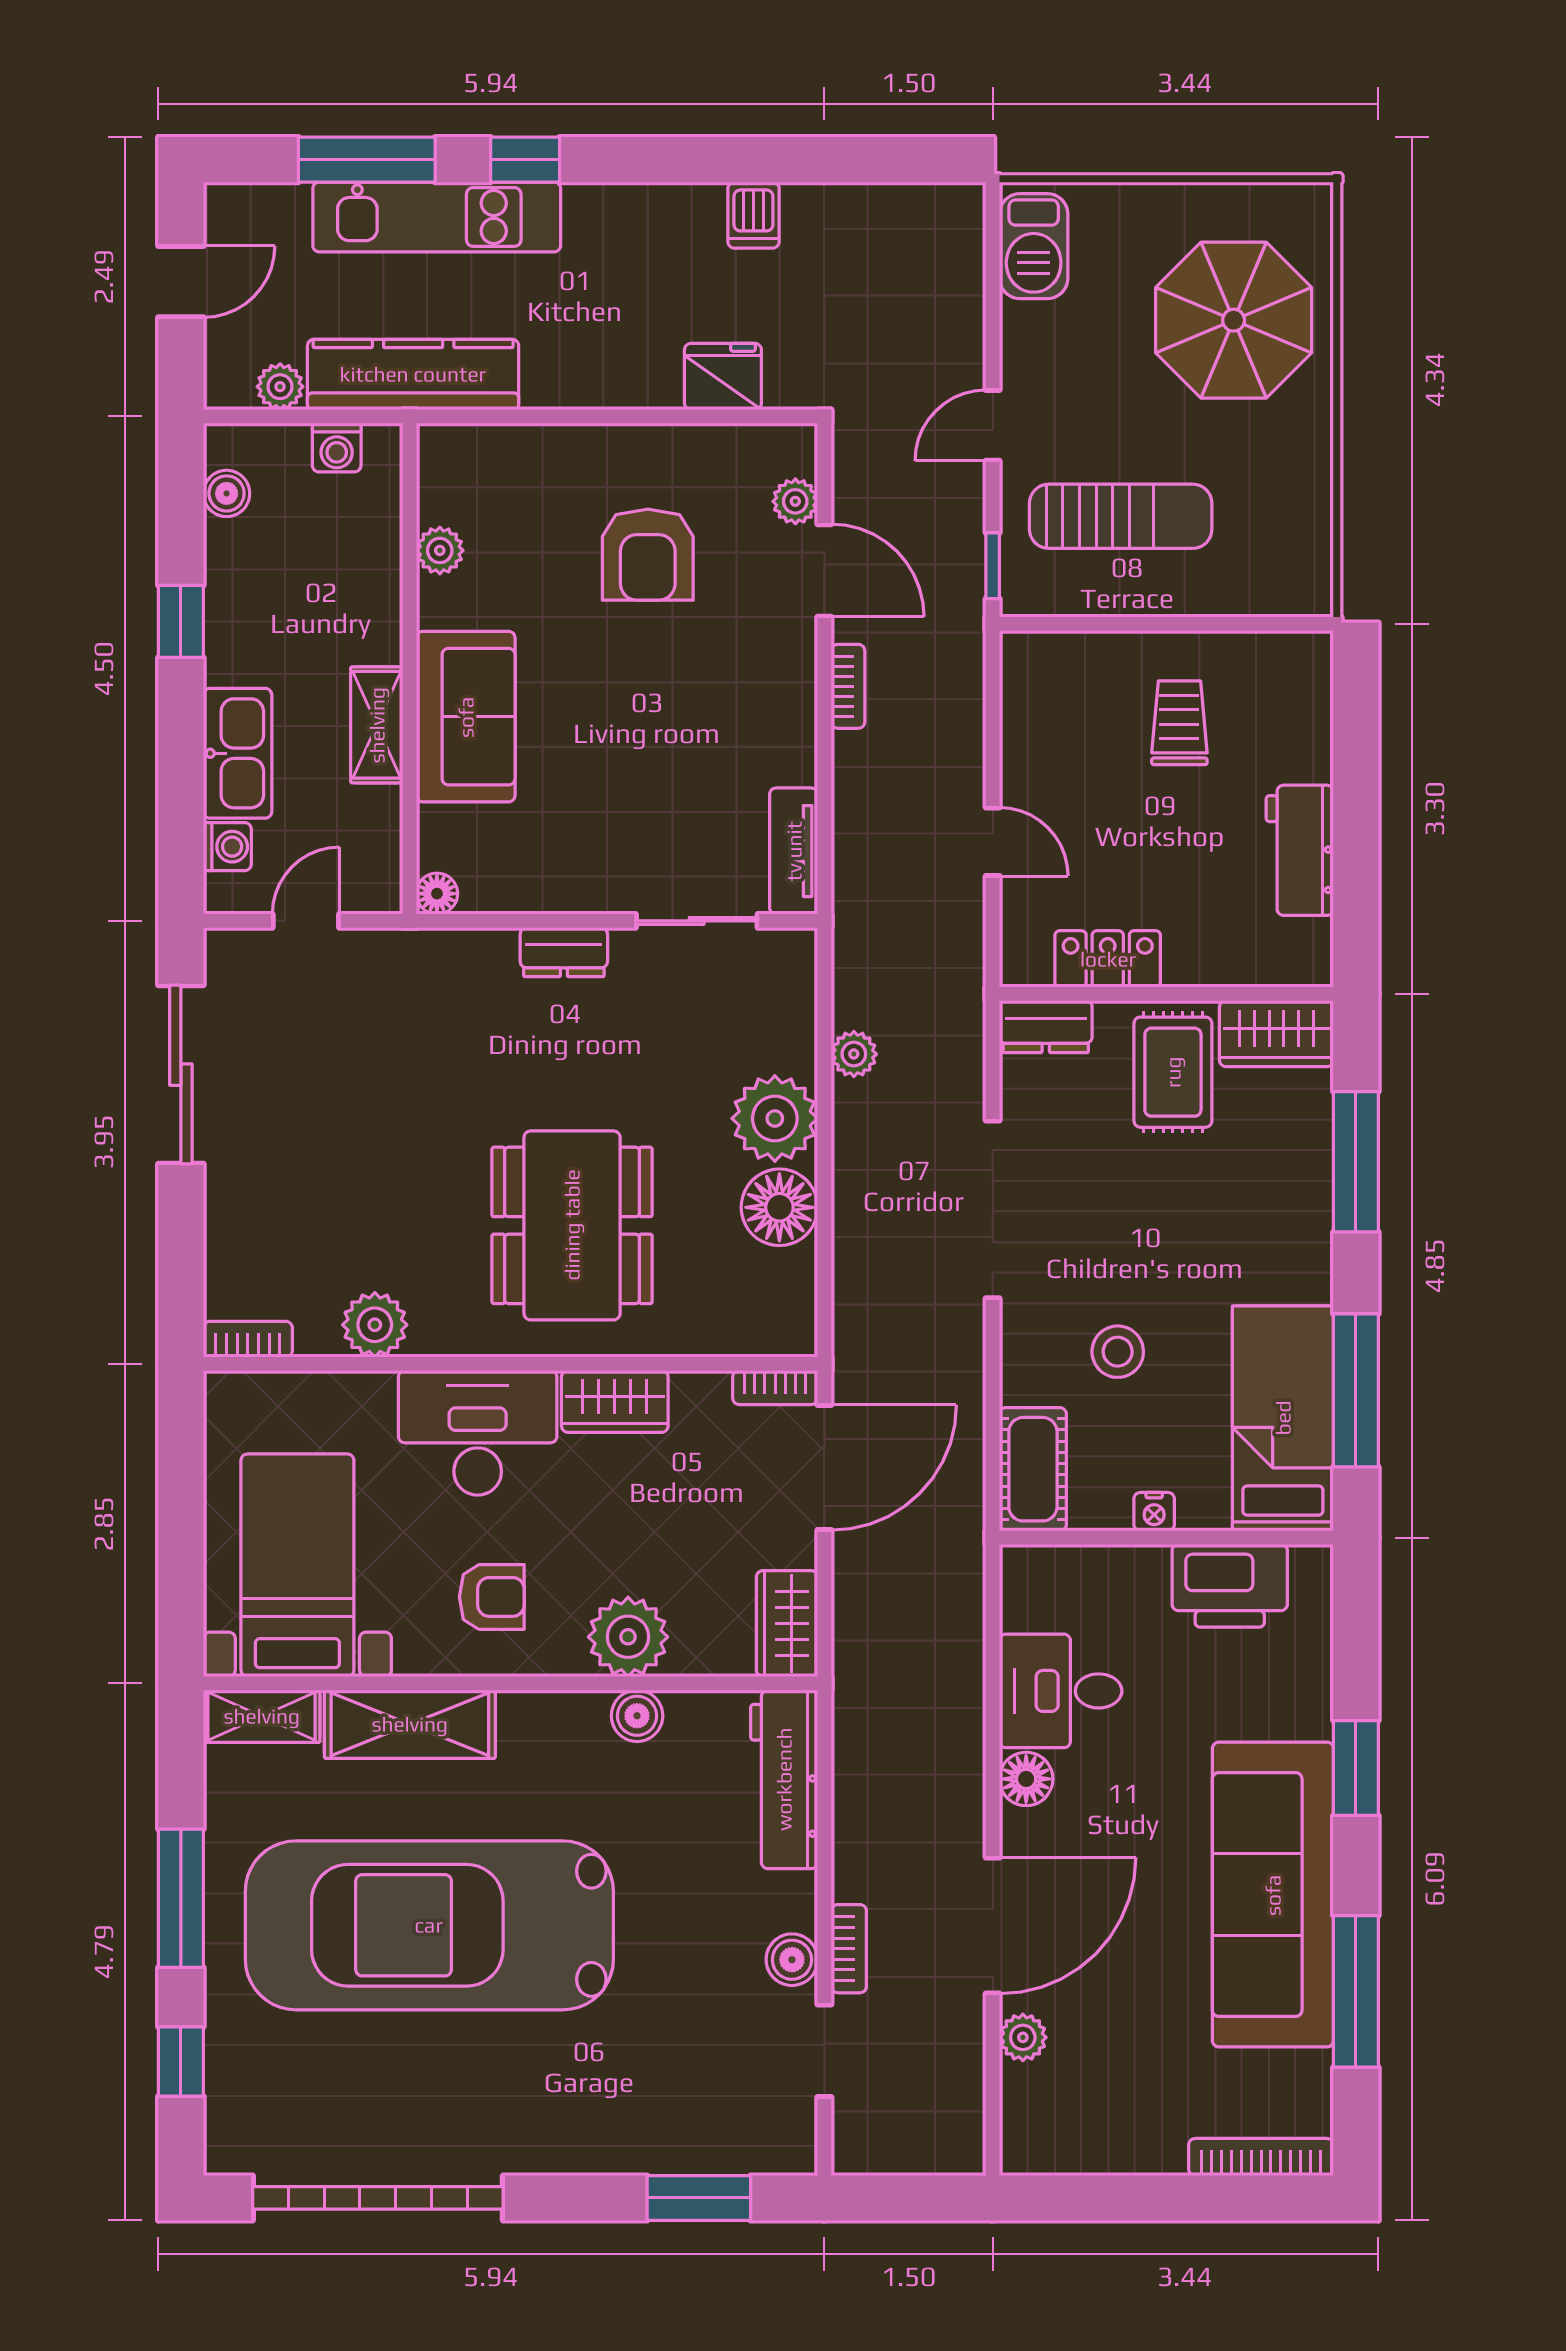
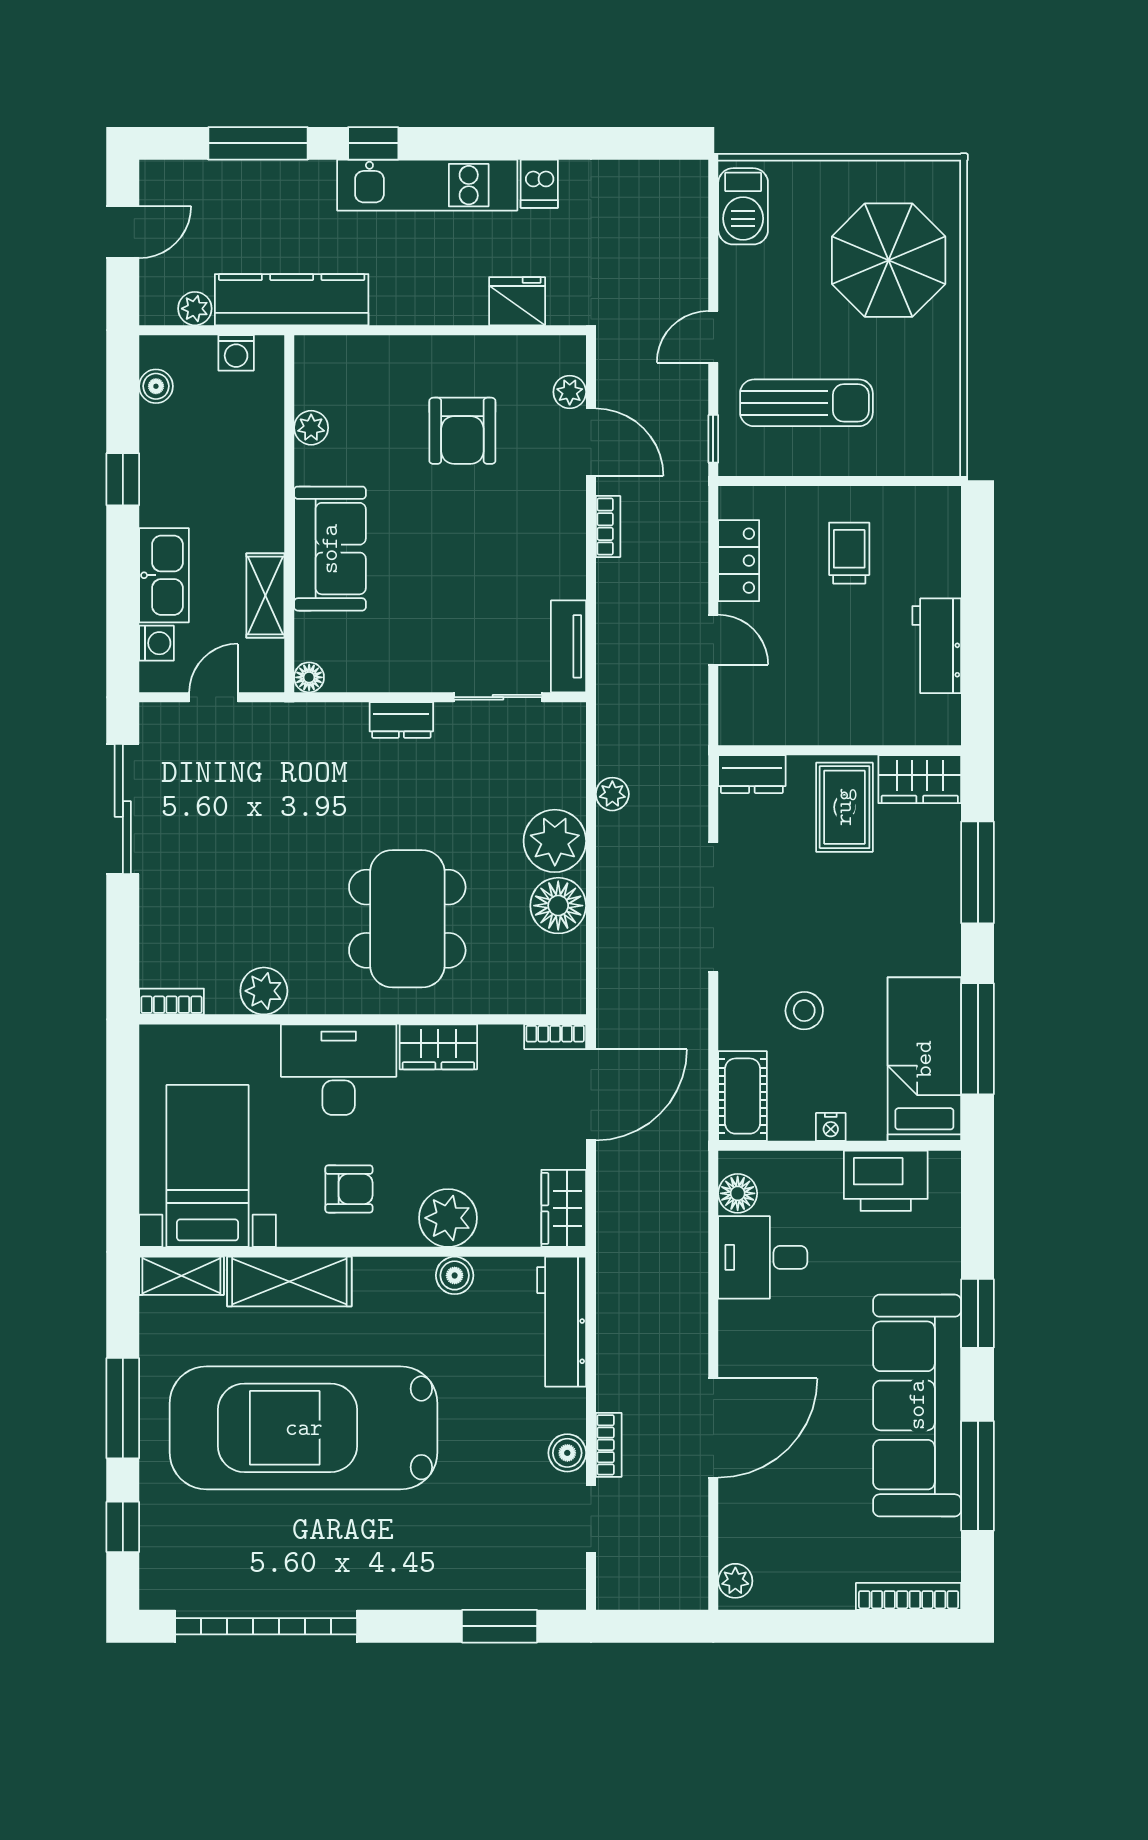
kitchen unit: (437, 217) -> (427, 185), moved
shelving: (377, 725) -> (265, 596), moved
locker: (1108, 959) -> (739, 561), moved, turned 90
floor lamp: (1026, 1779) -> (738, 1193), moved
plant: (1023, 2037) -> (735, 1581), moved

